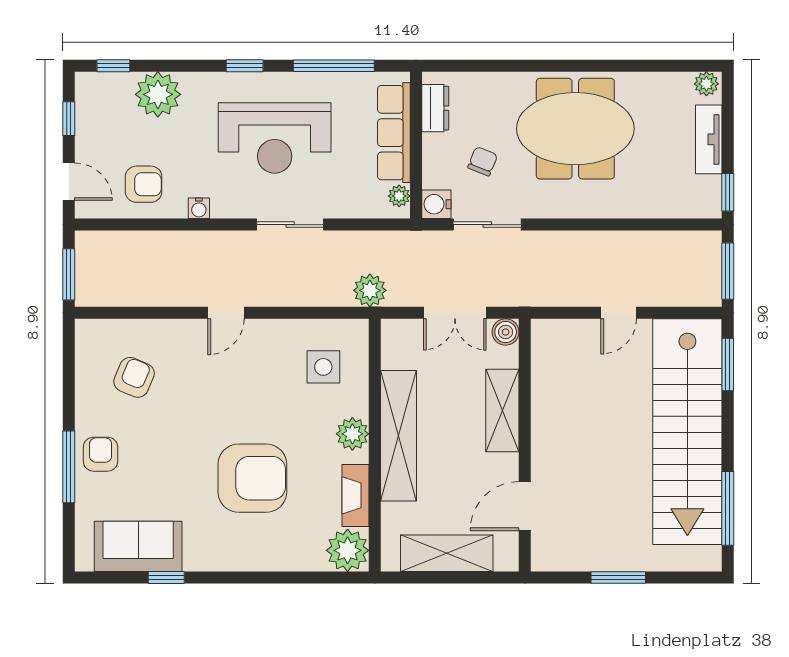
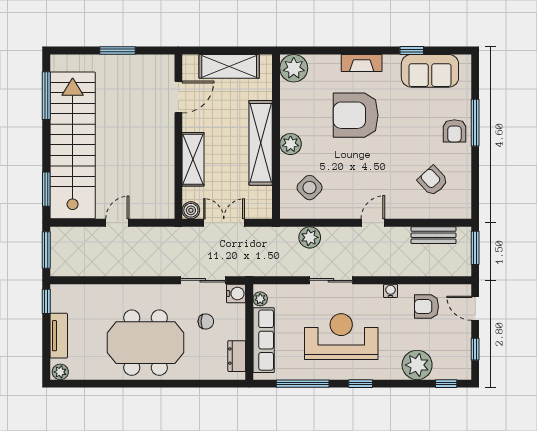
chair: (483, 161) -> (206, 321), turned -112
plant: (370, 290) -> (310, 237), moved
bench: (133, 294) -> (433, 235), added
side table: (323, 367) -> (310, 188), turned 45
armchair: (134, 377) -> (433, 181), turned 114
fireplace: (356, 495) -> (362, 63), moved, turned 90

